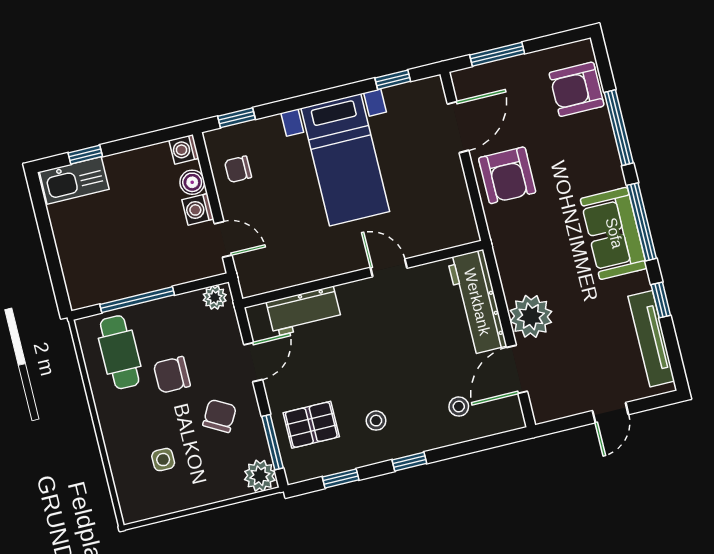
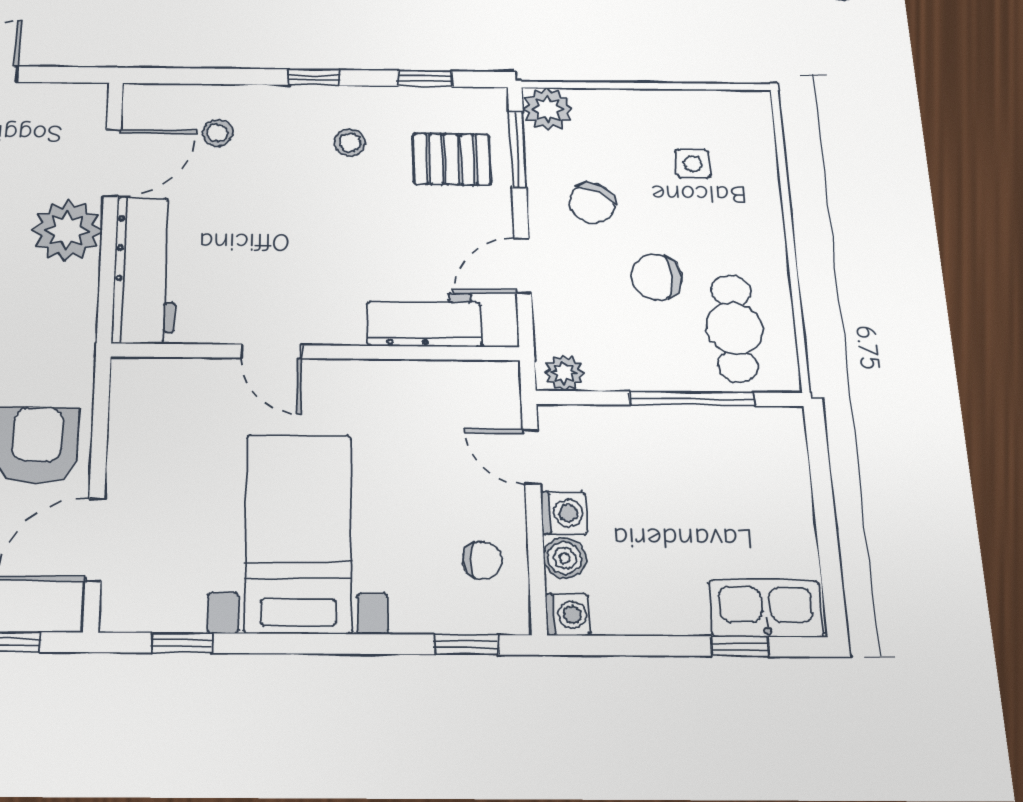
chair: (172, 375) -> (656, 277), turned 180

